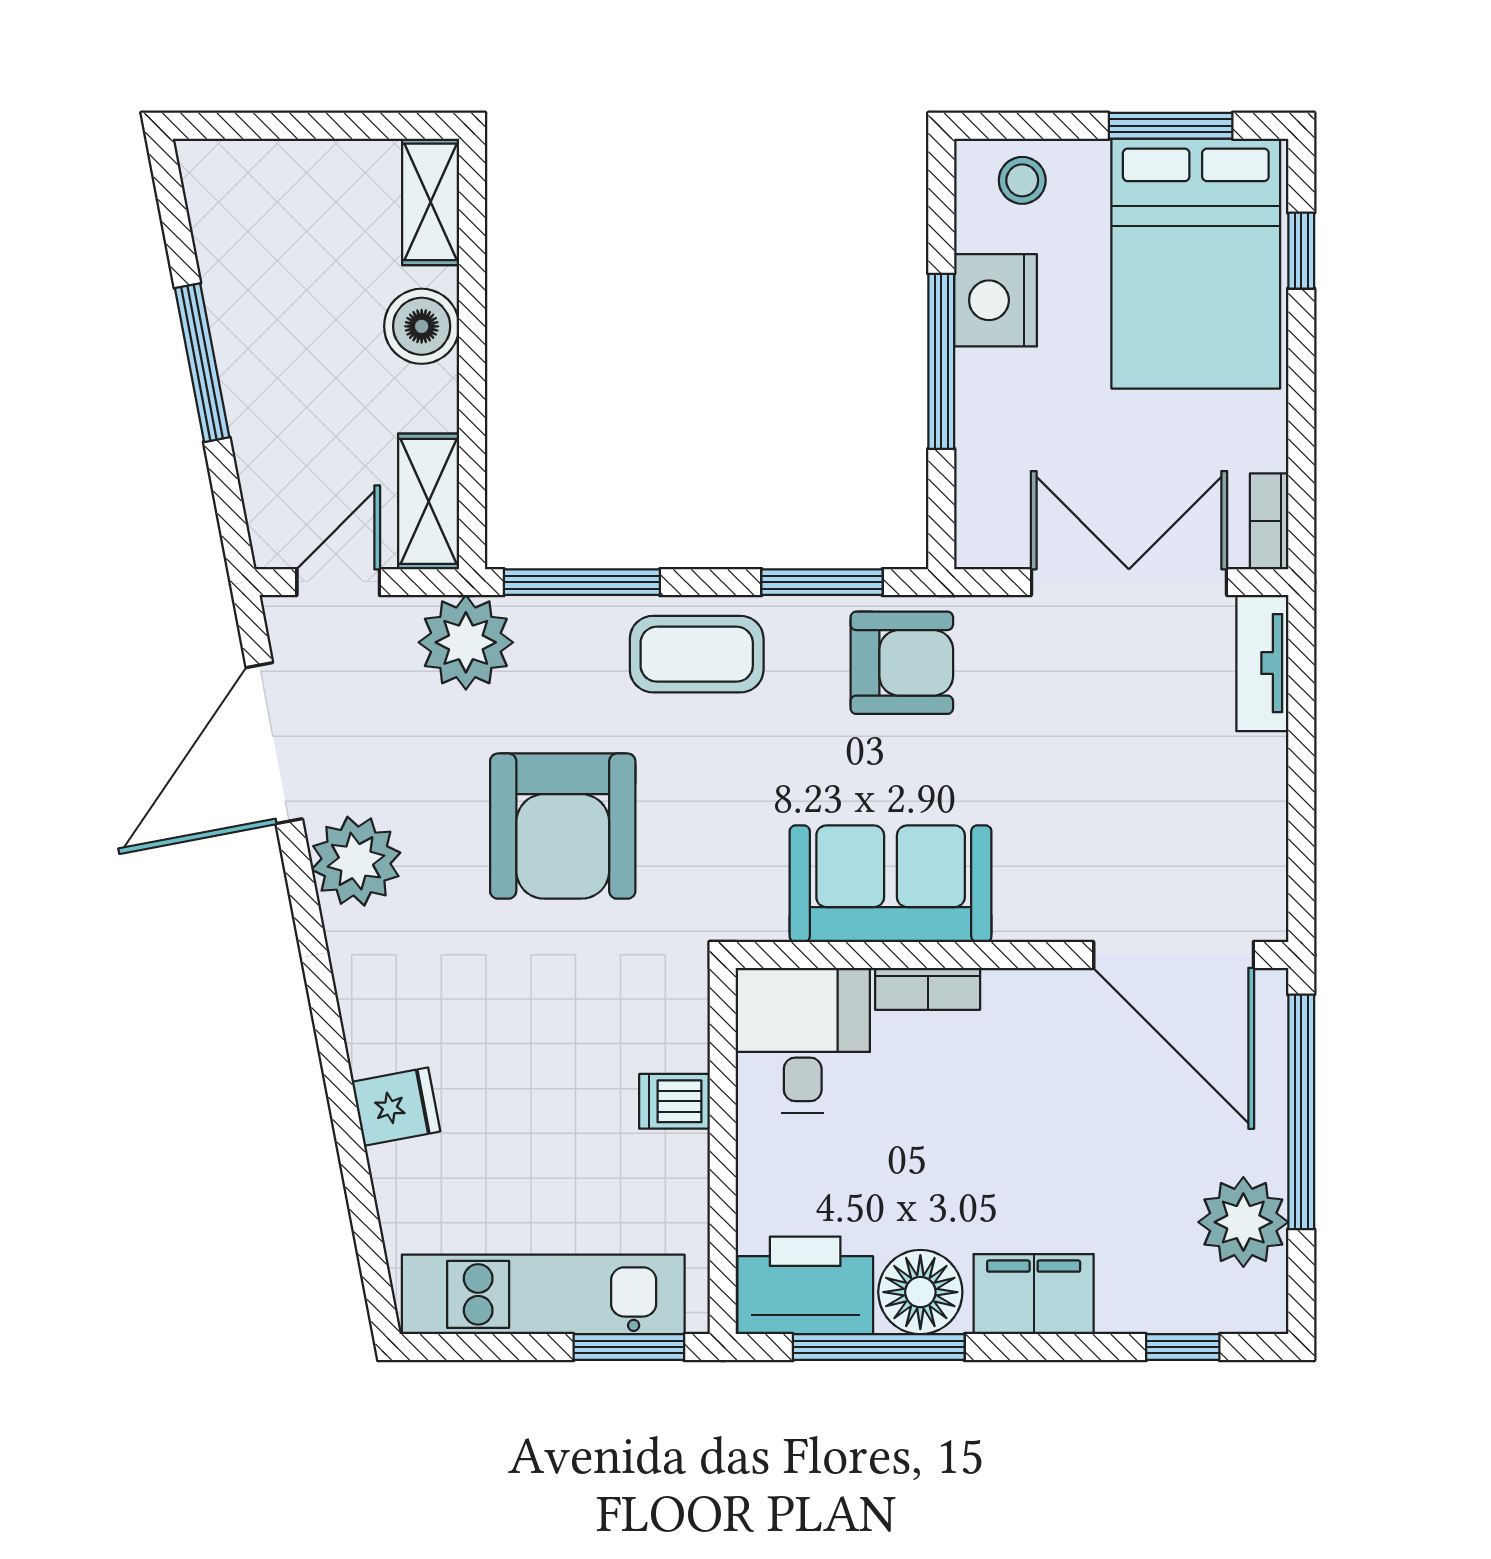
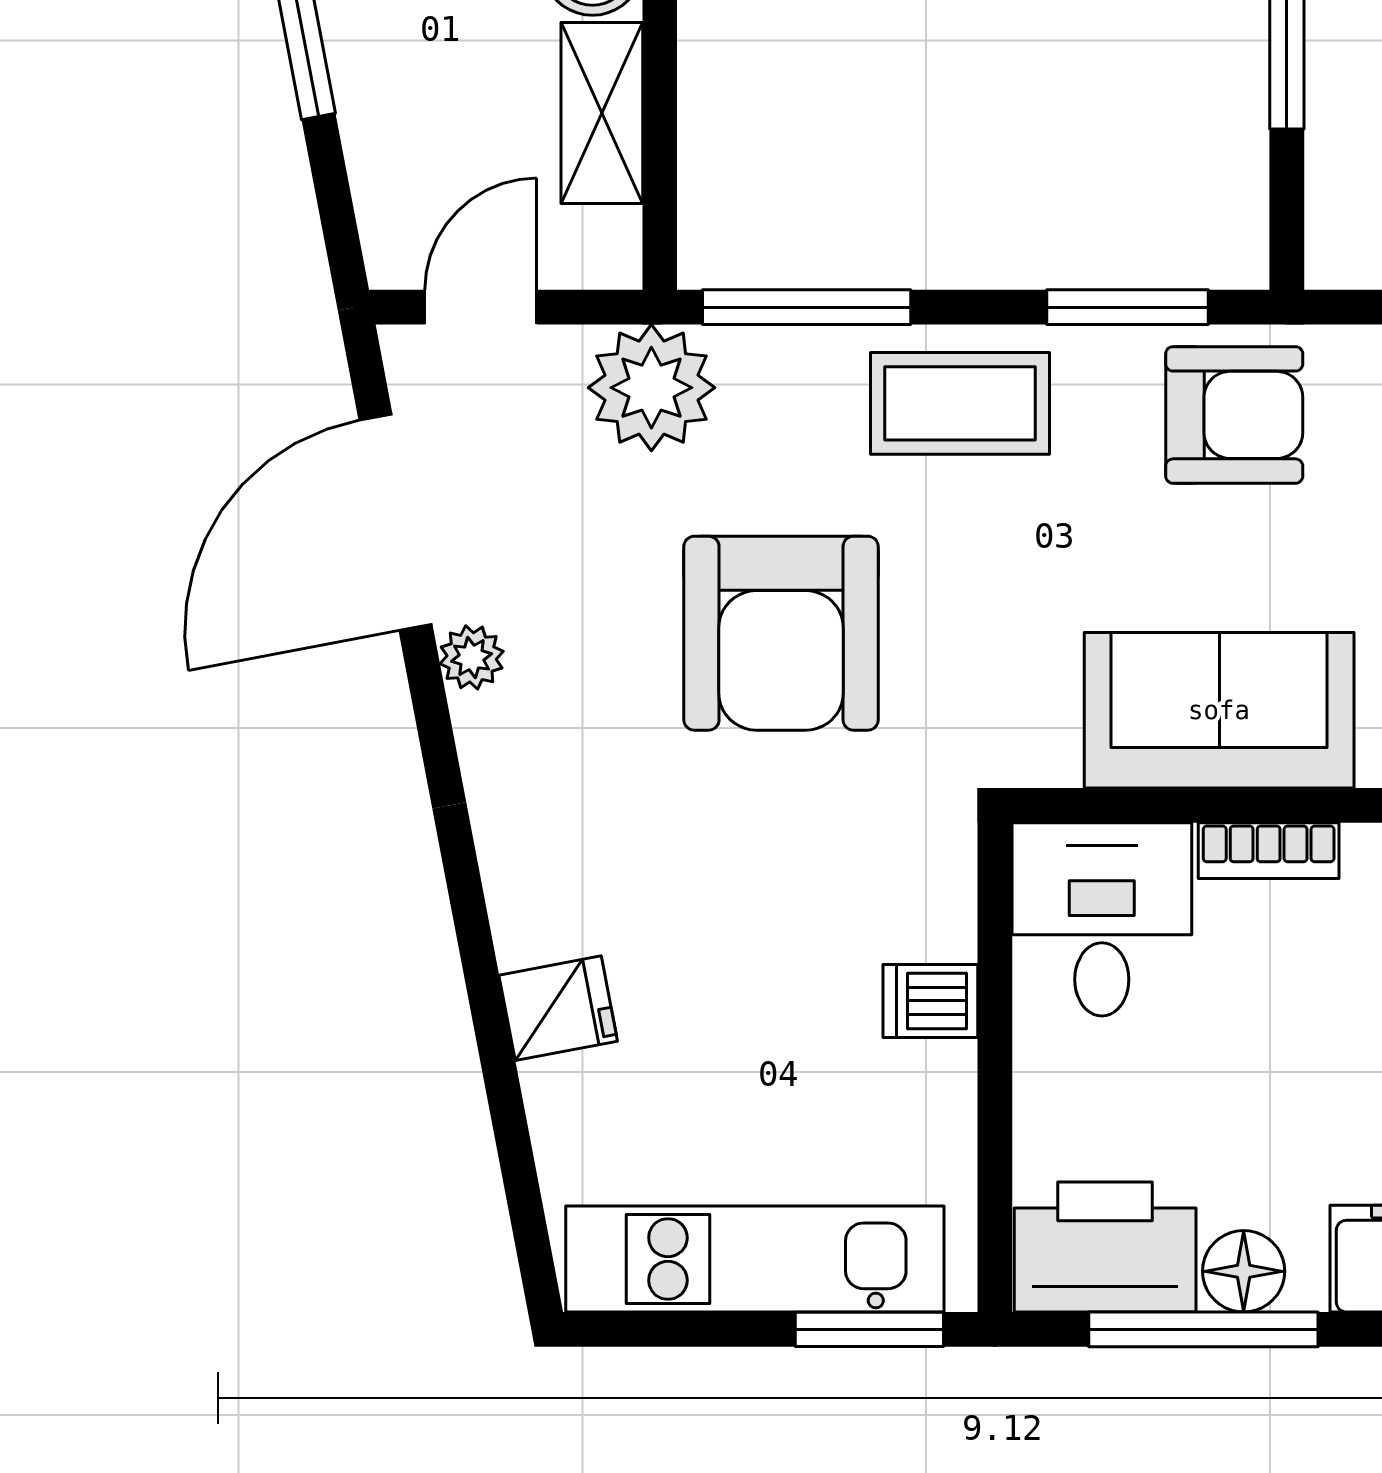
shelving: (429, 501) -> (602, 113), moved
plant: (356, 861) -> (472, 657), width x0.53, depth x0.53
floor lamp: (920, 1292) -> (1244, 1271), width x0.73, depth x0.73

